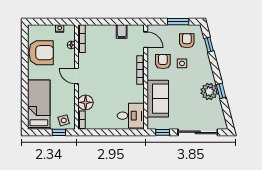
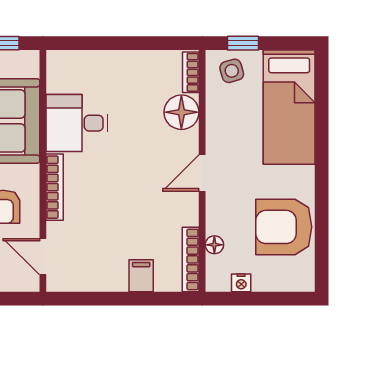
filing cabinet: (122, 32) -> (141, 276), moved
door: (77, 76) -> (202, 173), swing flipped
desk: (131, 116) -> (77, 123), moved

